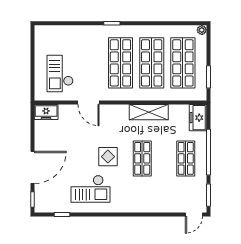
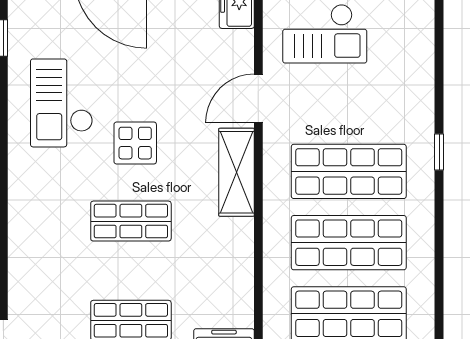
checkout: (60, 73) -> (325, 34), turned 180
shelving: (149, 112) -> (236, 172), moved

